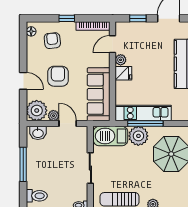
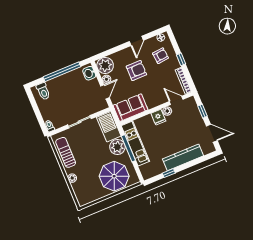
door: (23, 81) -> (136, 41), moved
sofa: (99, 94) -> (130, 108), width x0.73
window: (23, 164) -> (62, 72), width x1.46

